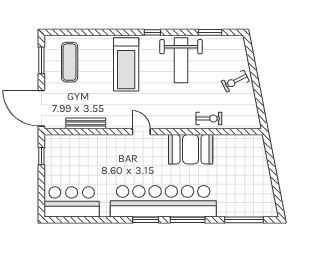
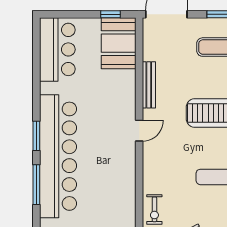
bench: (86, 123) -> (149, 85), moved
booth: (191, 149) -> (119, 43), moved

